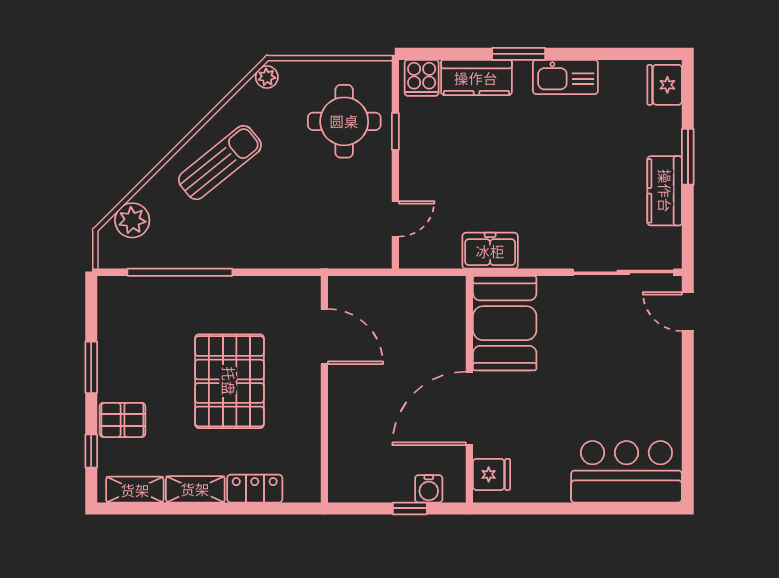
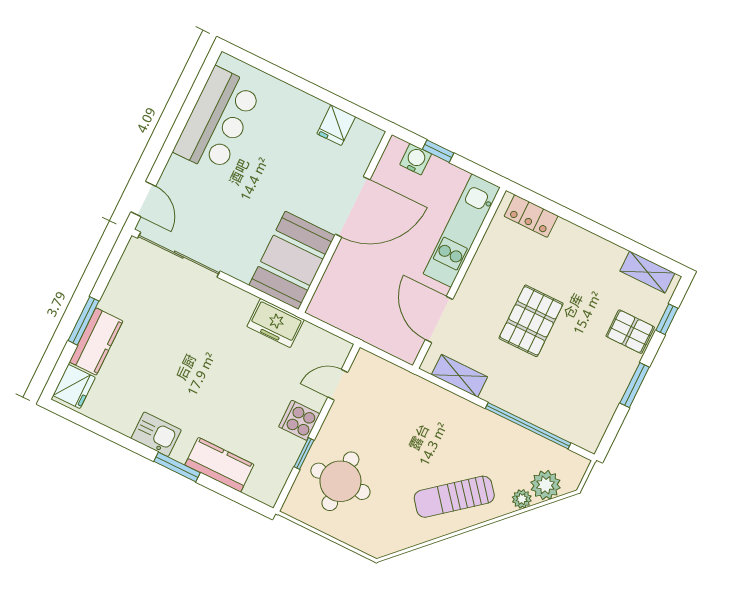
plant: (267, 77) -> (522, 499), moved
kitchen sink: (565, 77) -> (156, 434), width x0.73
cooker: (422, 78) -> (299, 420), moved, turned -90
kitchen counter: (665, 191) -> (96, 342), moved
pallet: (229, 381) -> (531, 321), width x0.73, depth x0.71
kitchen unit: (346, 439) -> (462, 231), added
bar counter: (626, 472) -> (218, 120), moved, turned -90
fridge: (492, 474) -> (336, 125), moved, turned -90
shelving: (195, 489) -> (459, 376), moved
locker: (255, 489) -> (531, 216), moved

